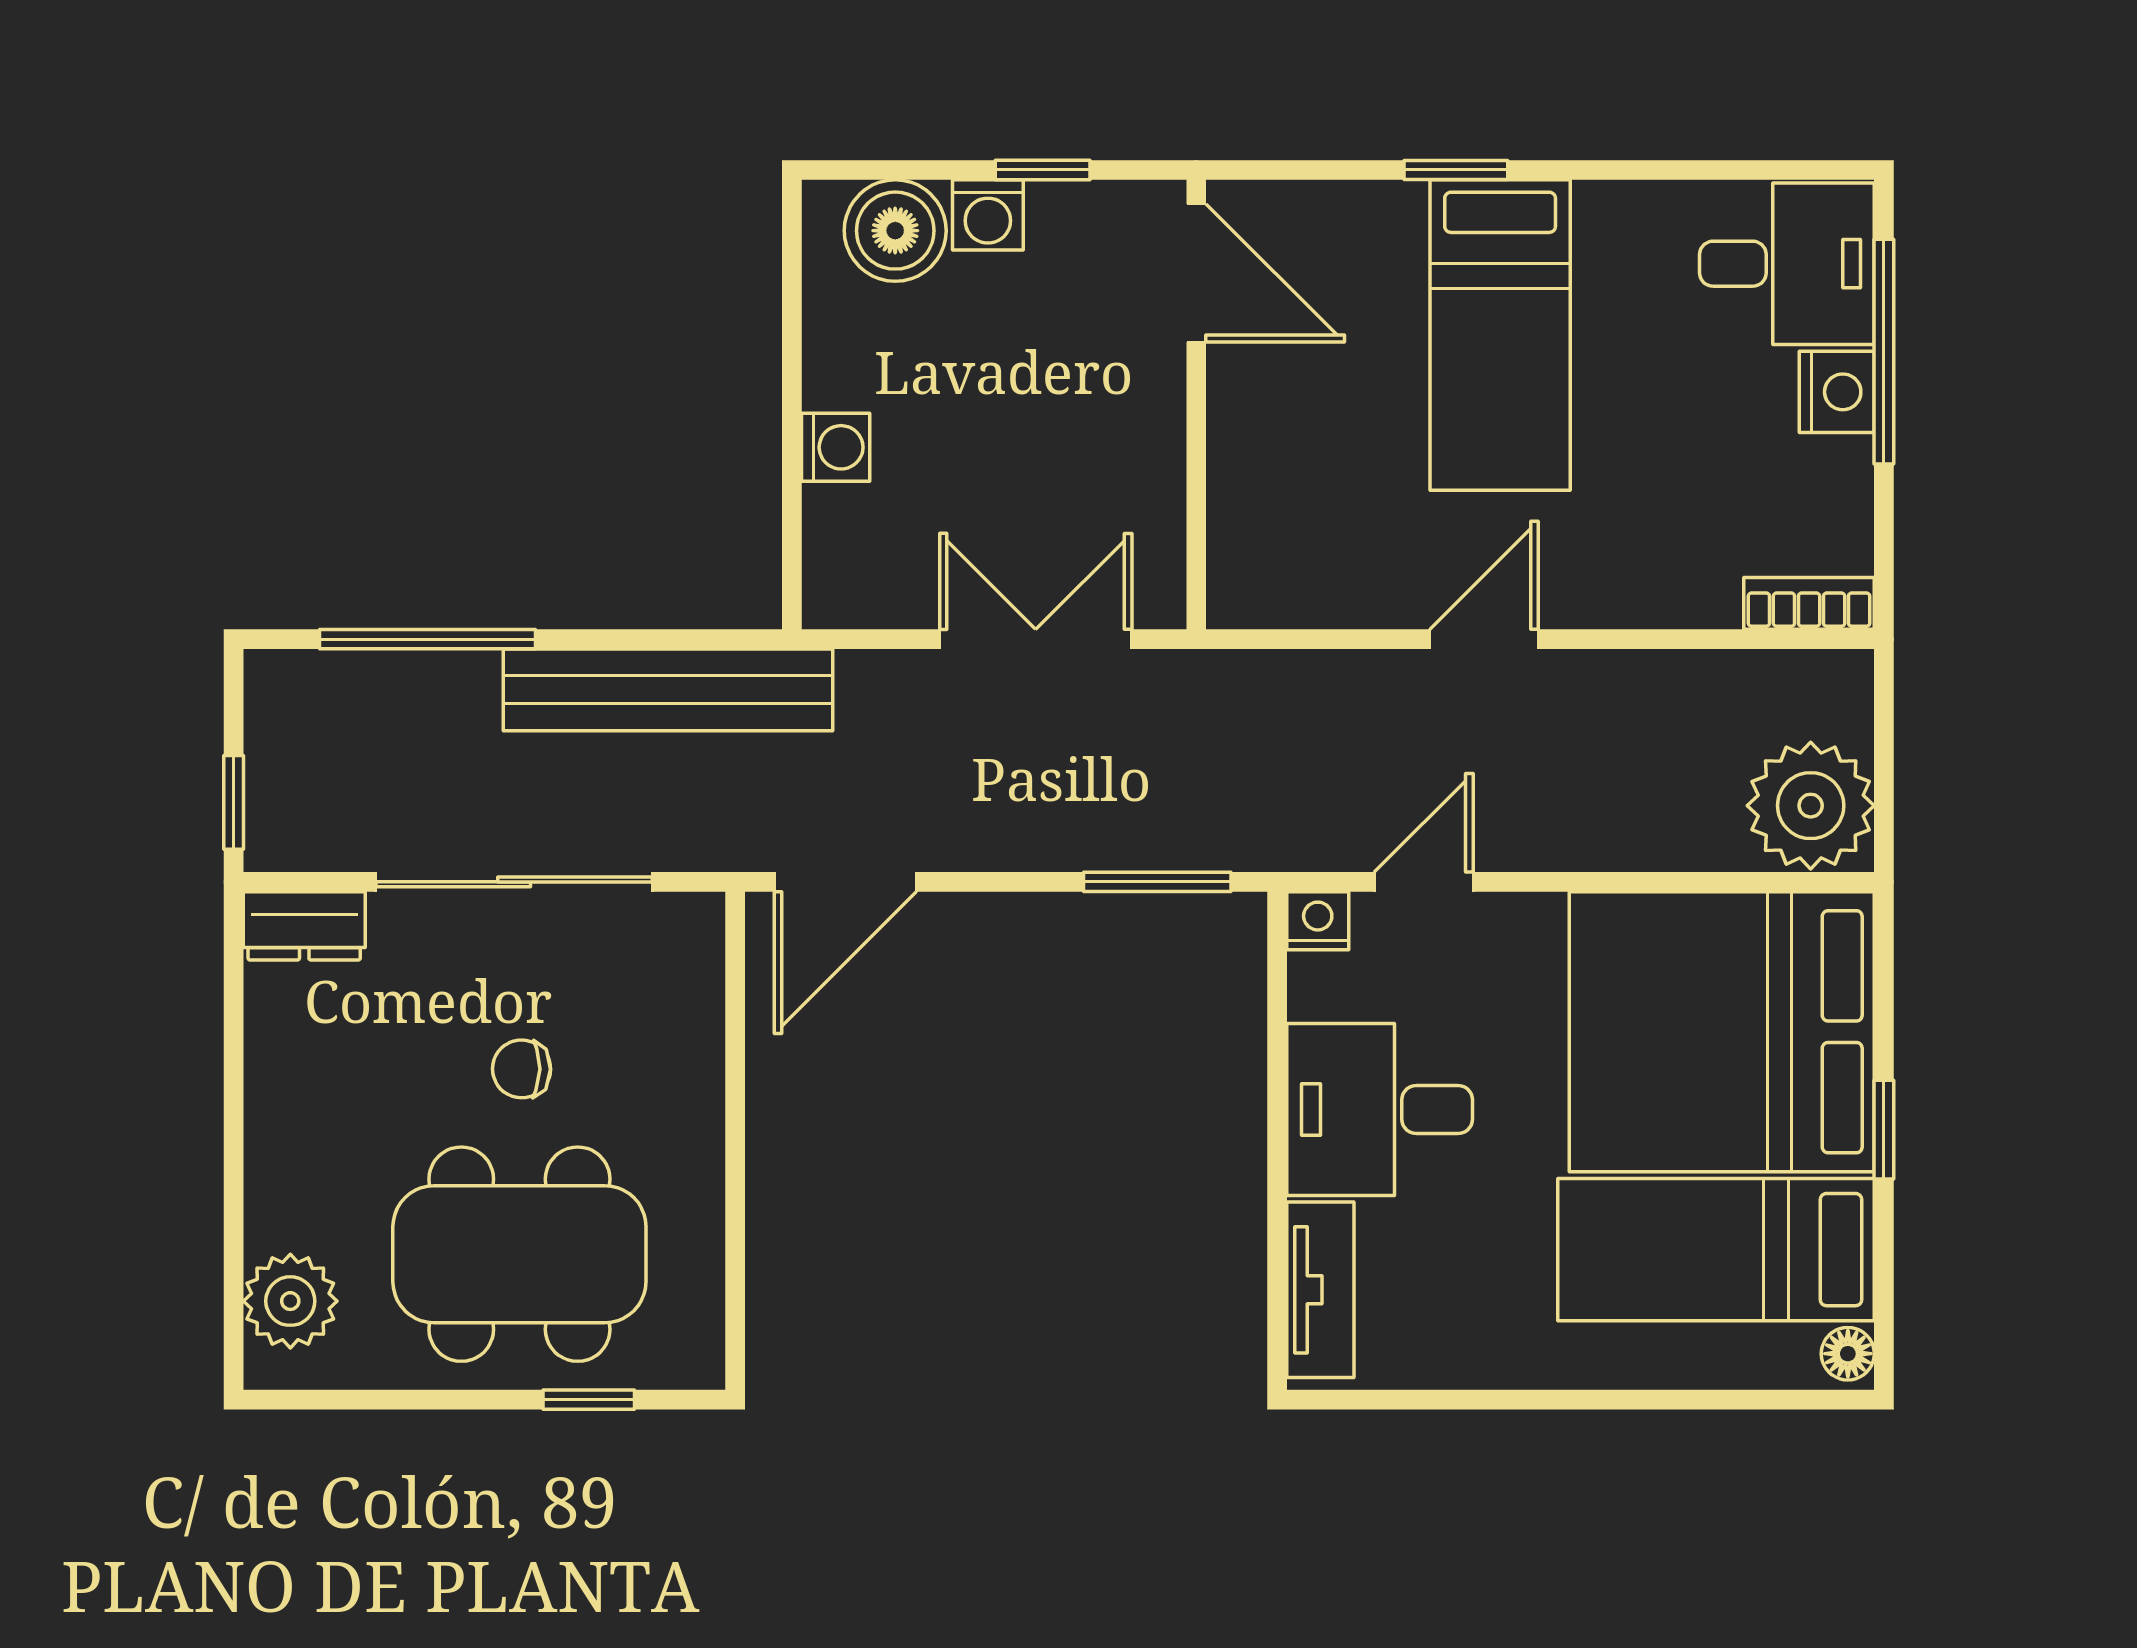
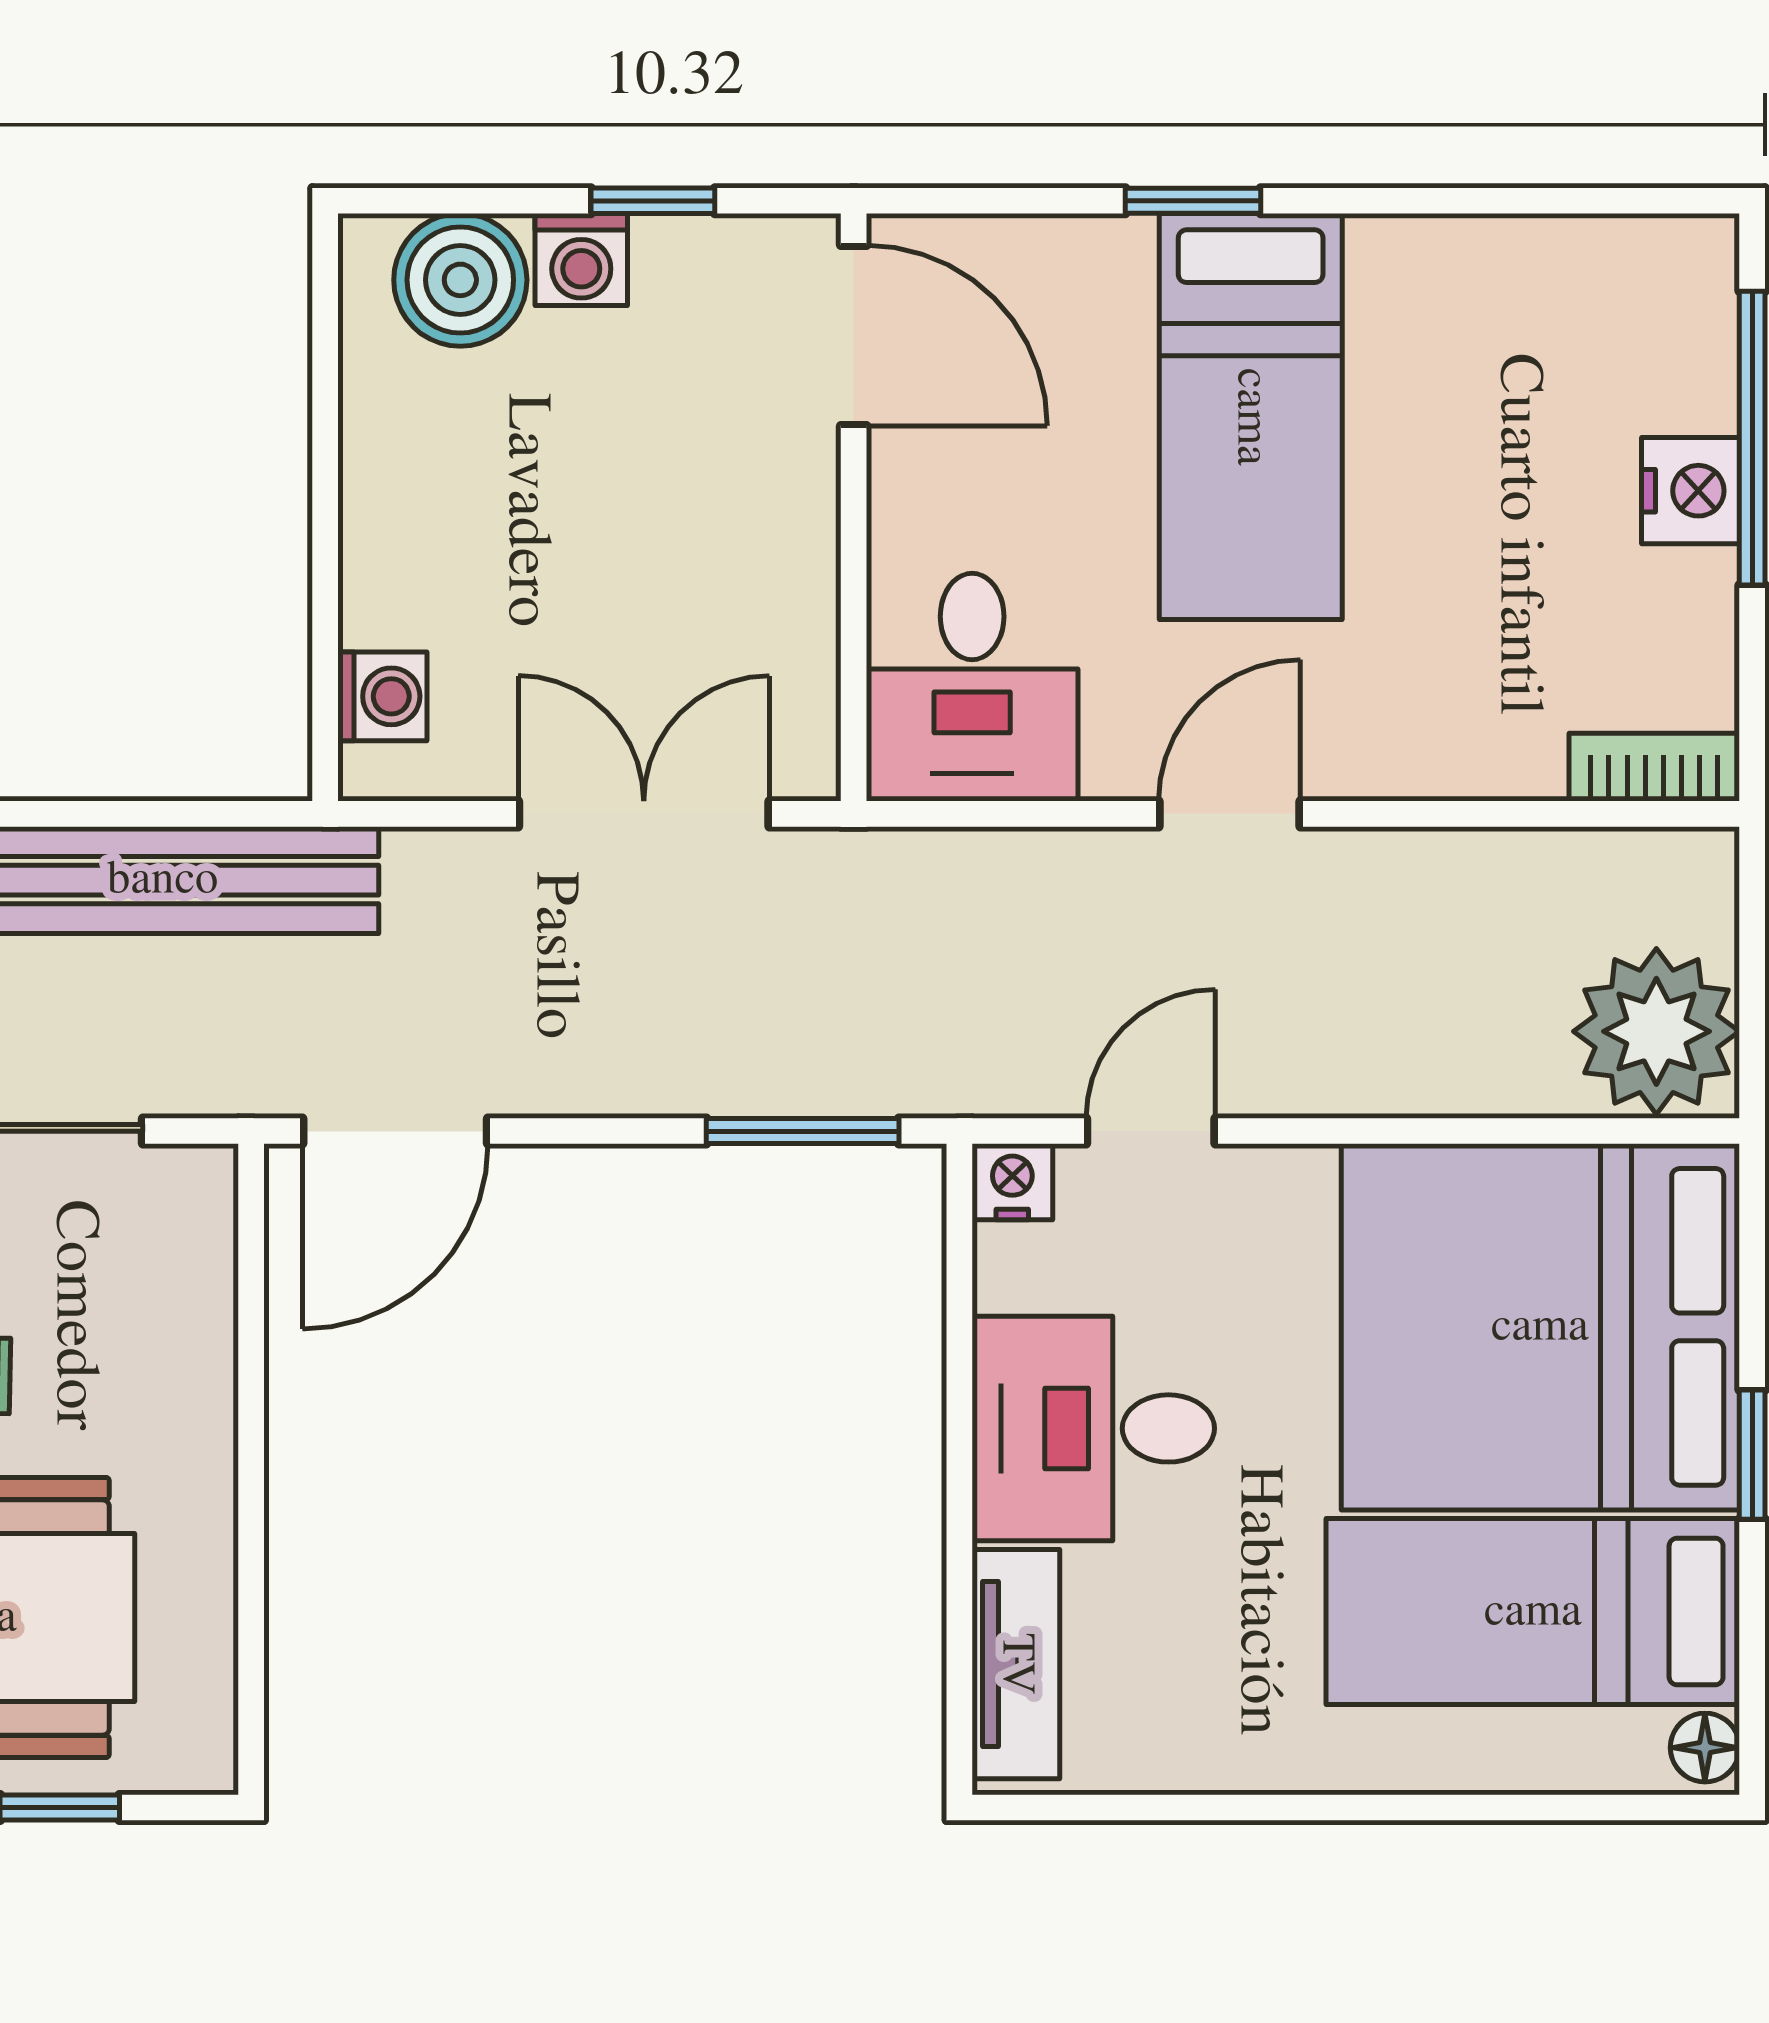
desk: (1787, 264) -> (972, 687), moved, turned 90
washing machine: (836, 447) -> (382, 696), moved

